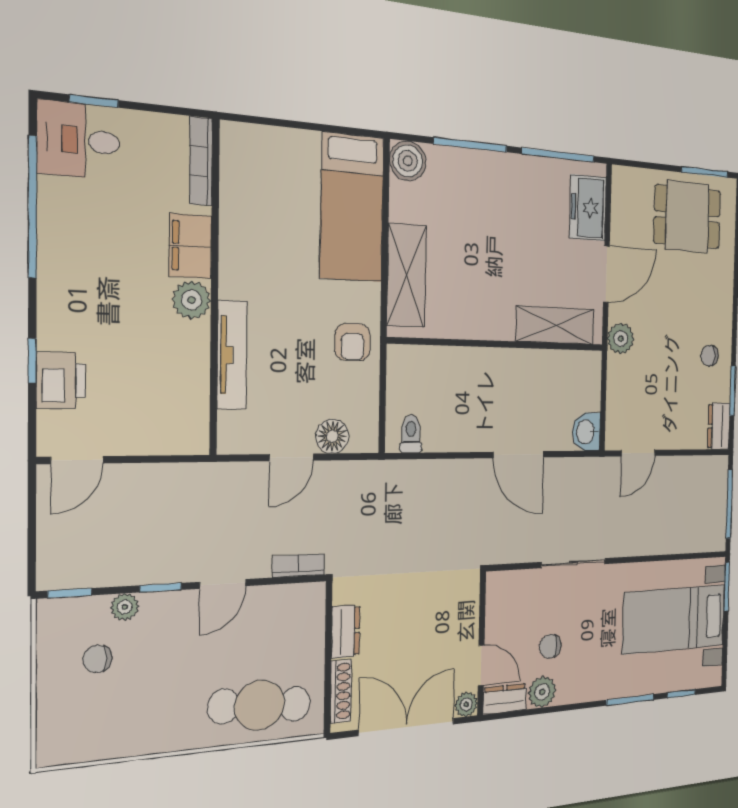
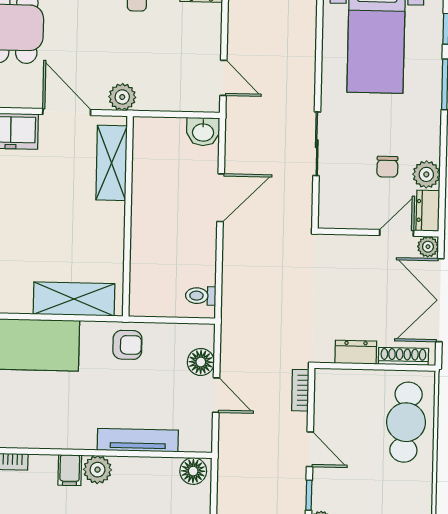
filing cabinet: (190, 246) -> (70, 470), width x0.50
floor lamp: (191, 430) -> (193, 471), added

